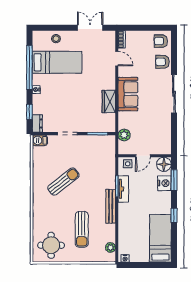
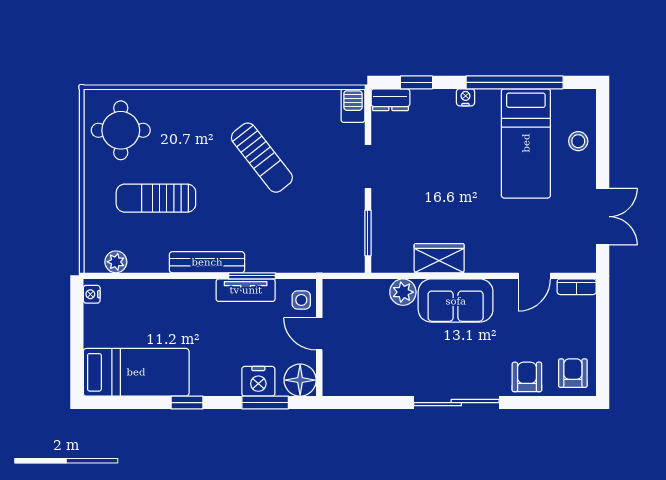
plant: (124, 135) -> (403, 292), moved

